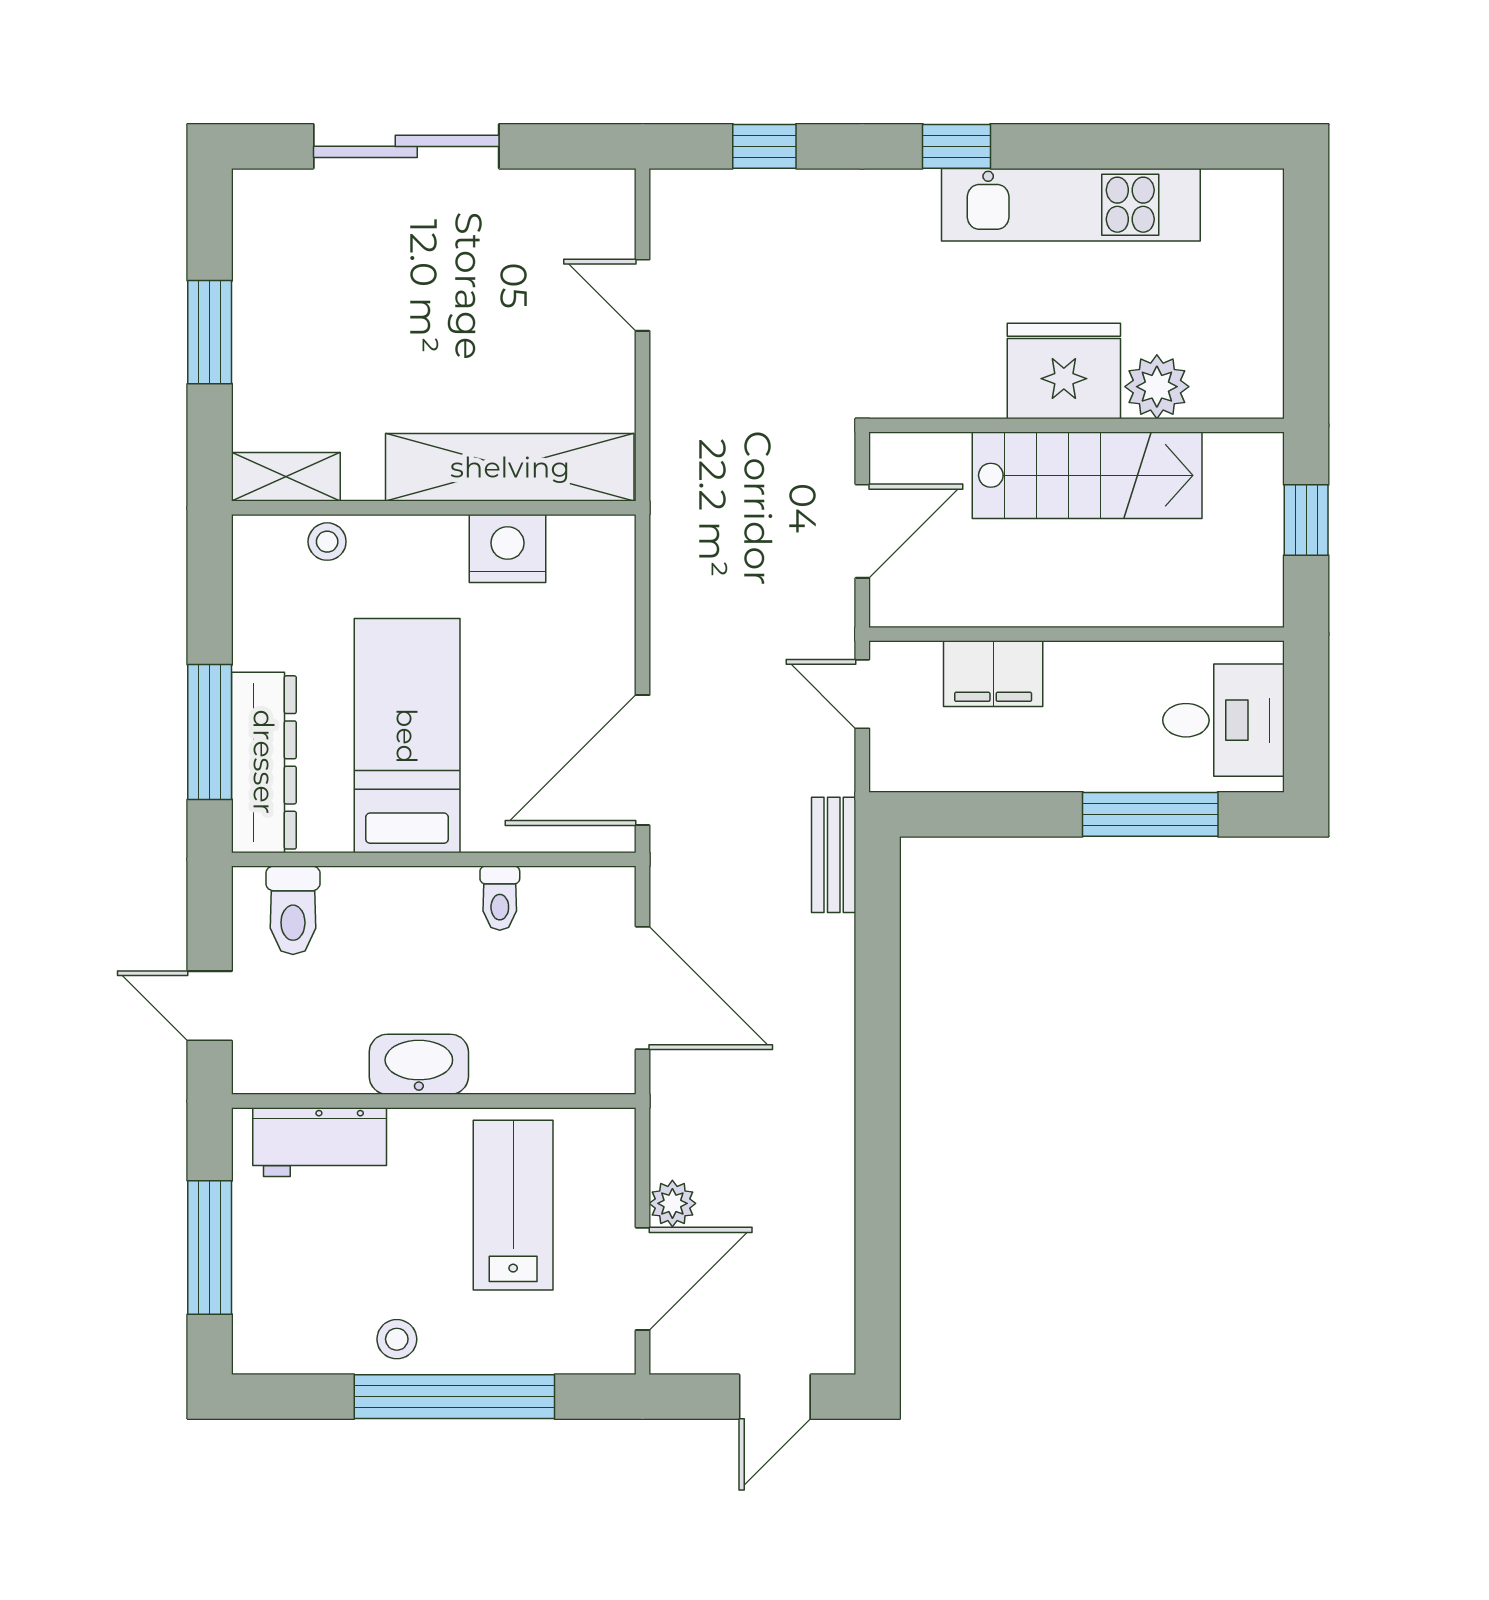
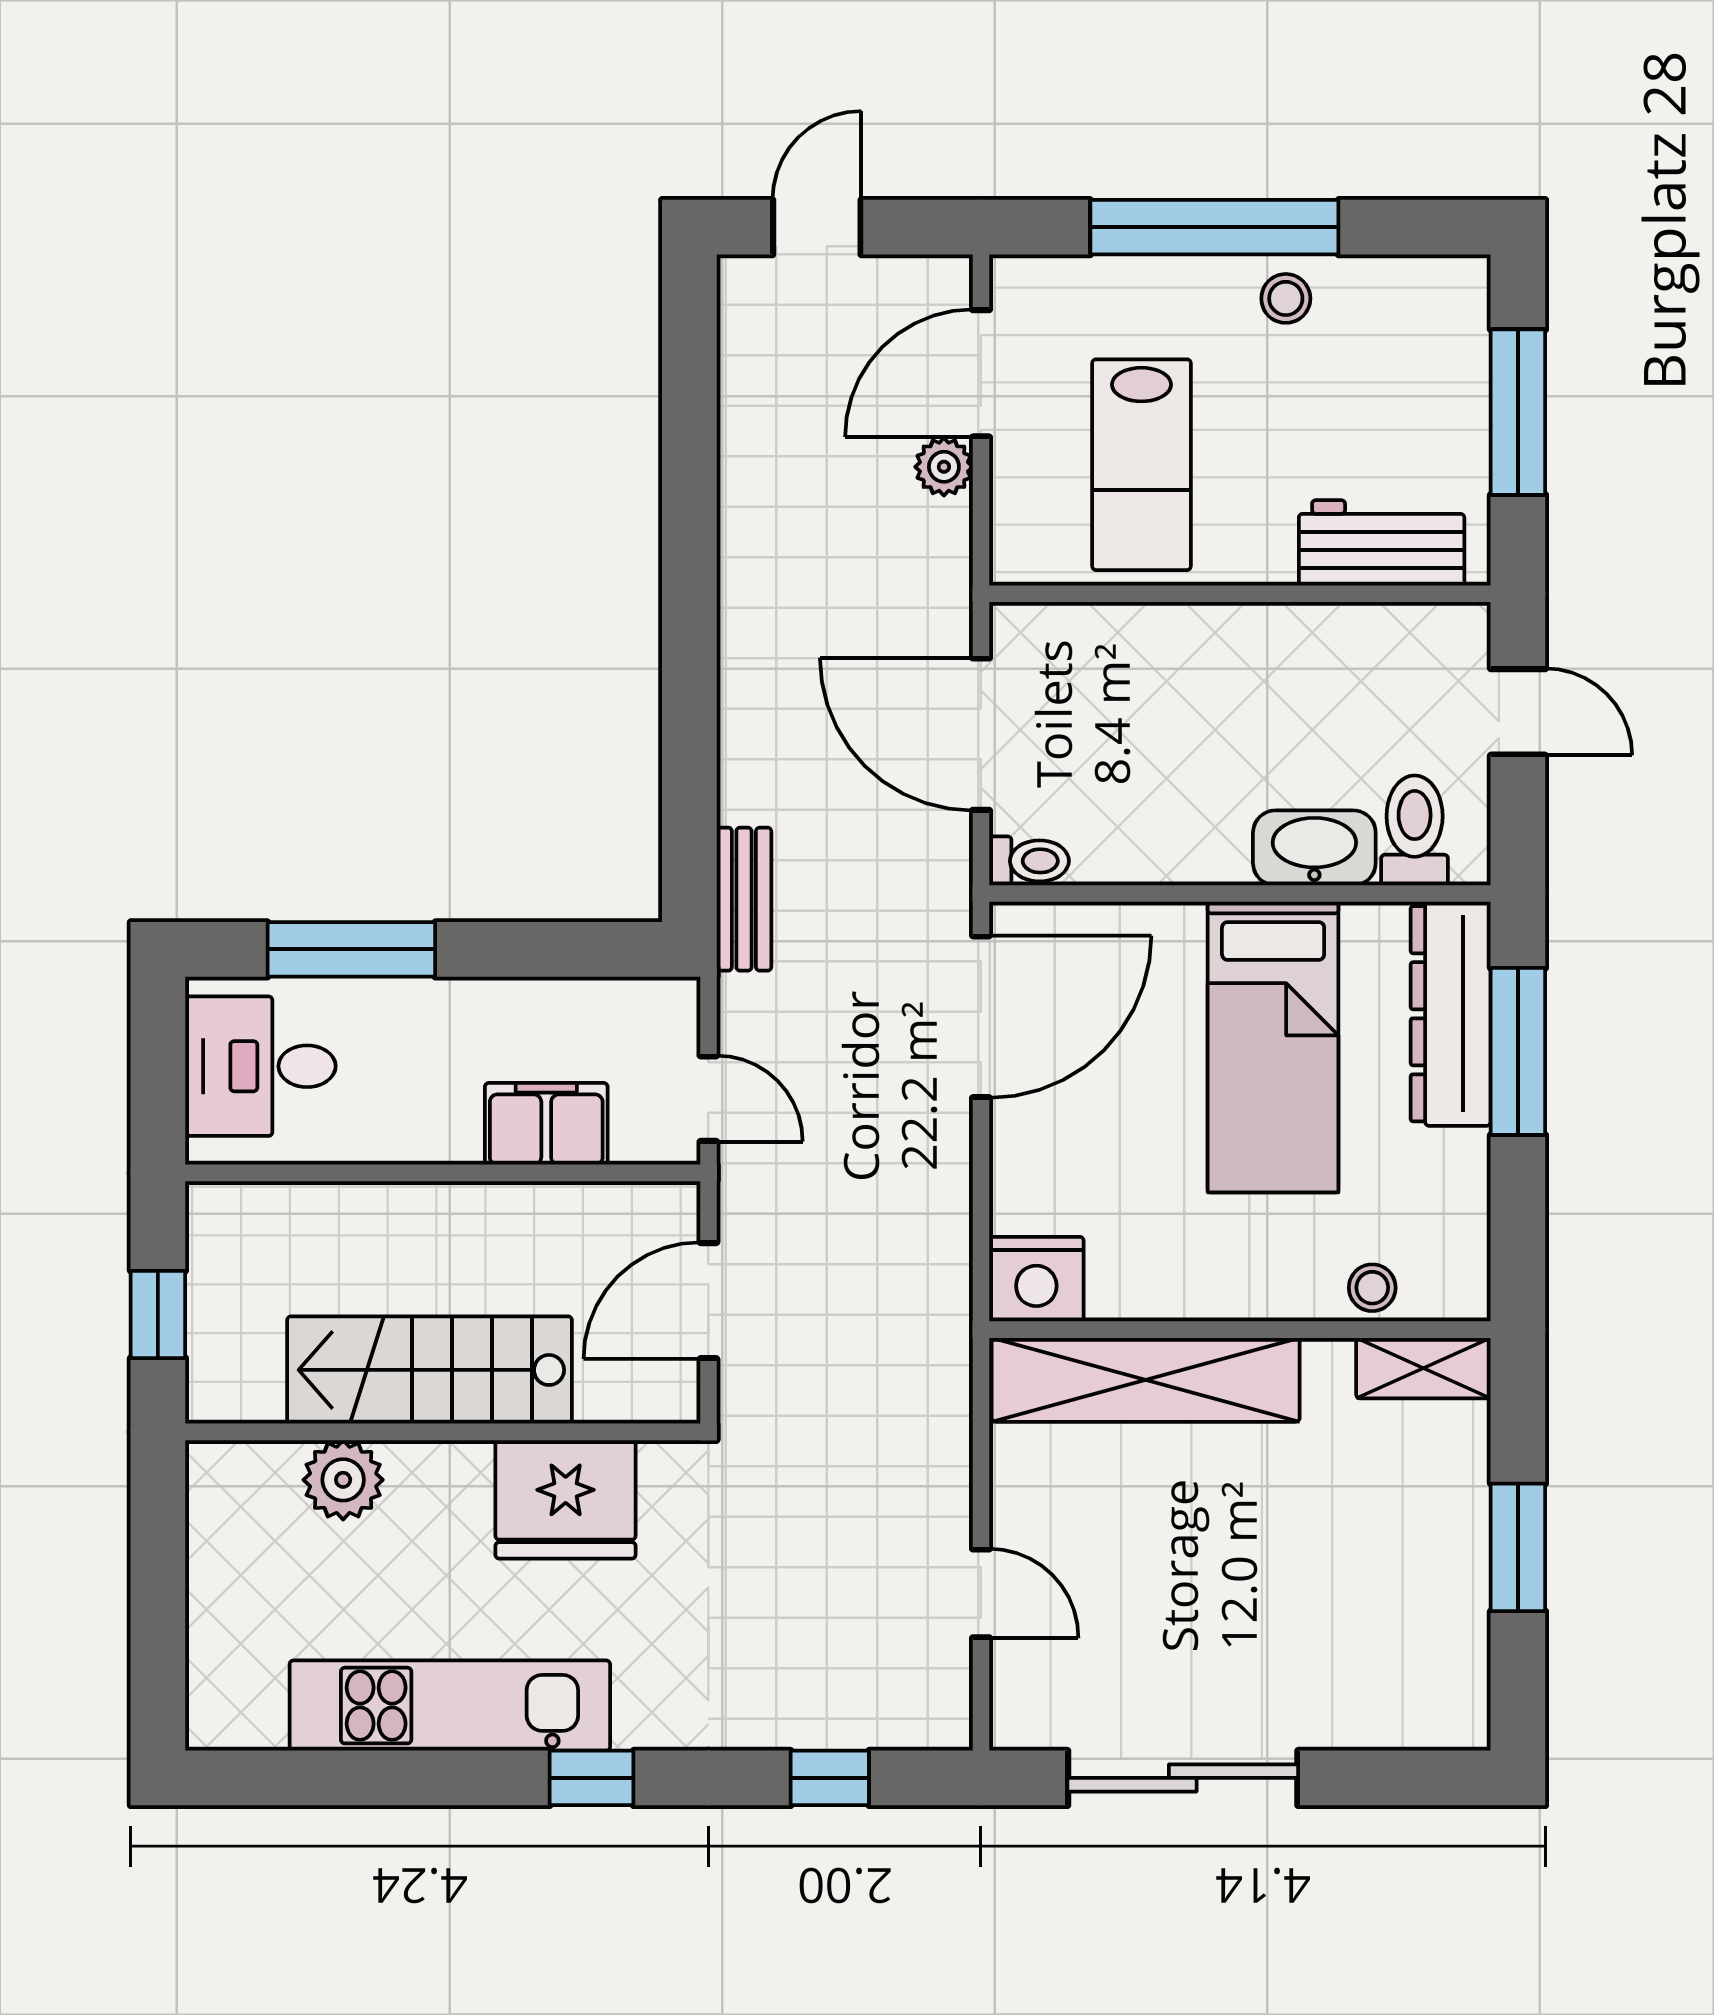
sliding door: (406, 146) -> (1183, 1778), moved
fridge: (1064, 371) -> (566, 1499), moved
nightstand: (507, 549) -> (1036, 1279), moved
toilet: (500, 898) -> (1029, 861), moved, turned 90
washbasin: (419, 1064) -> (1314, 848), moved, turned 180

